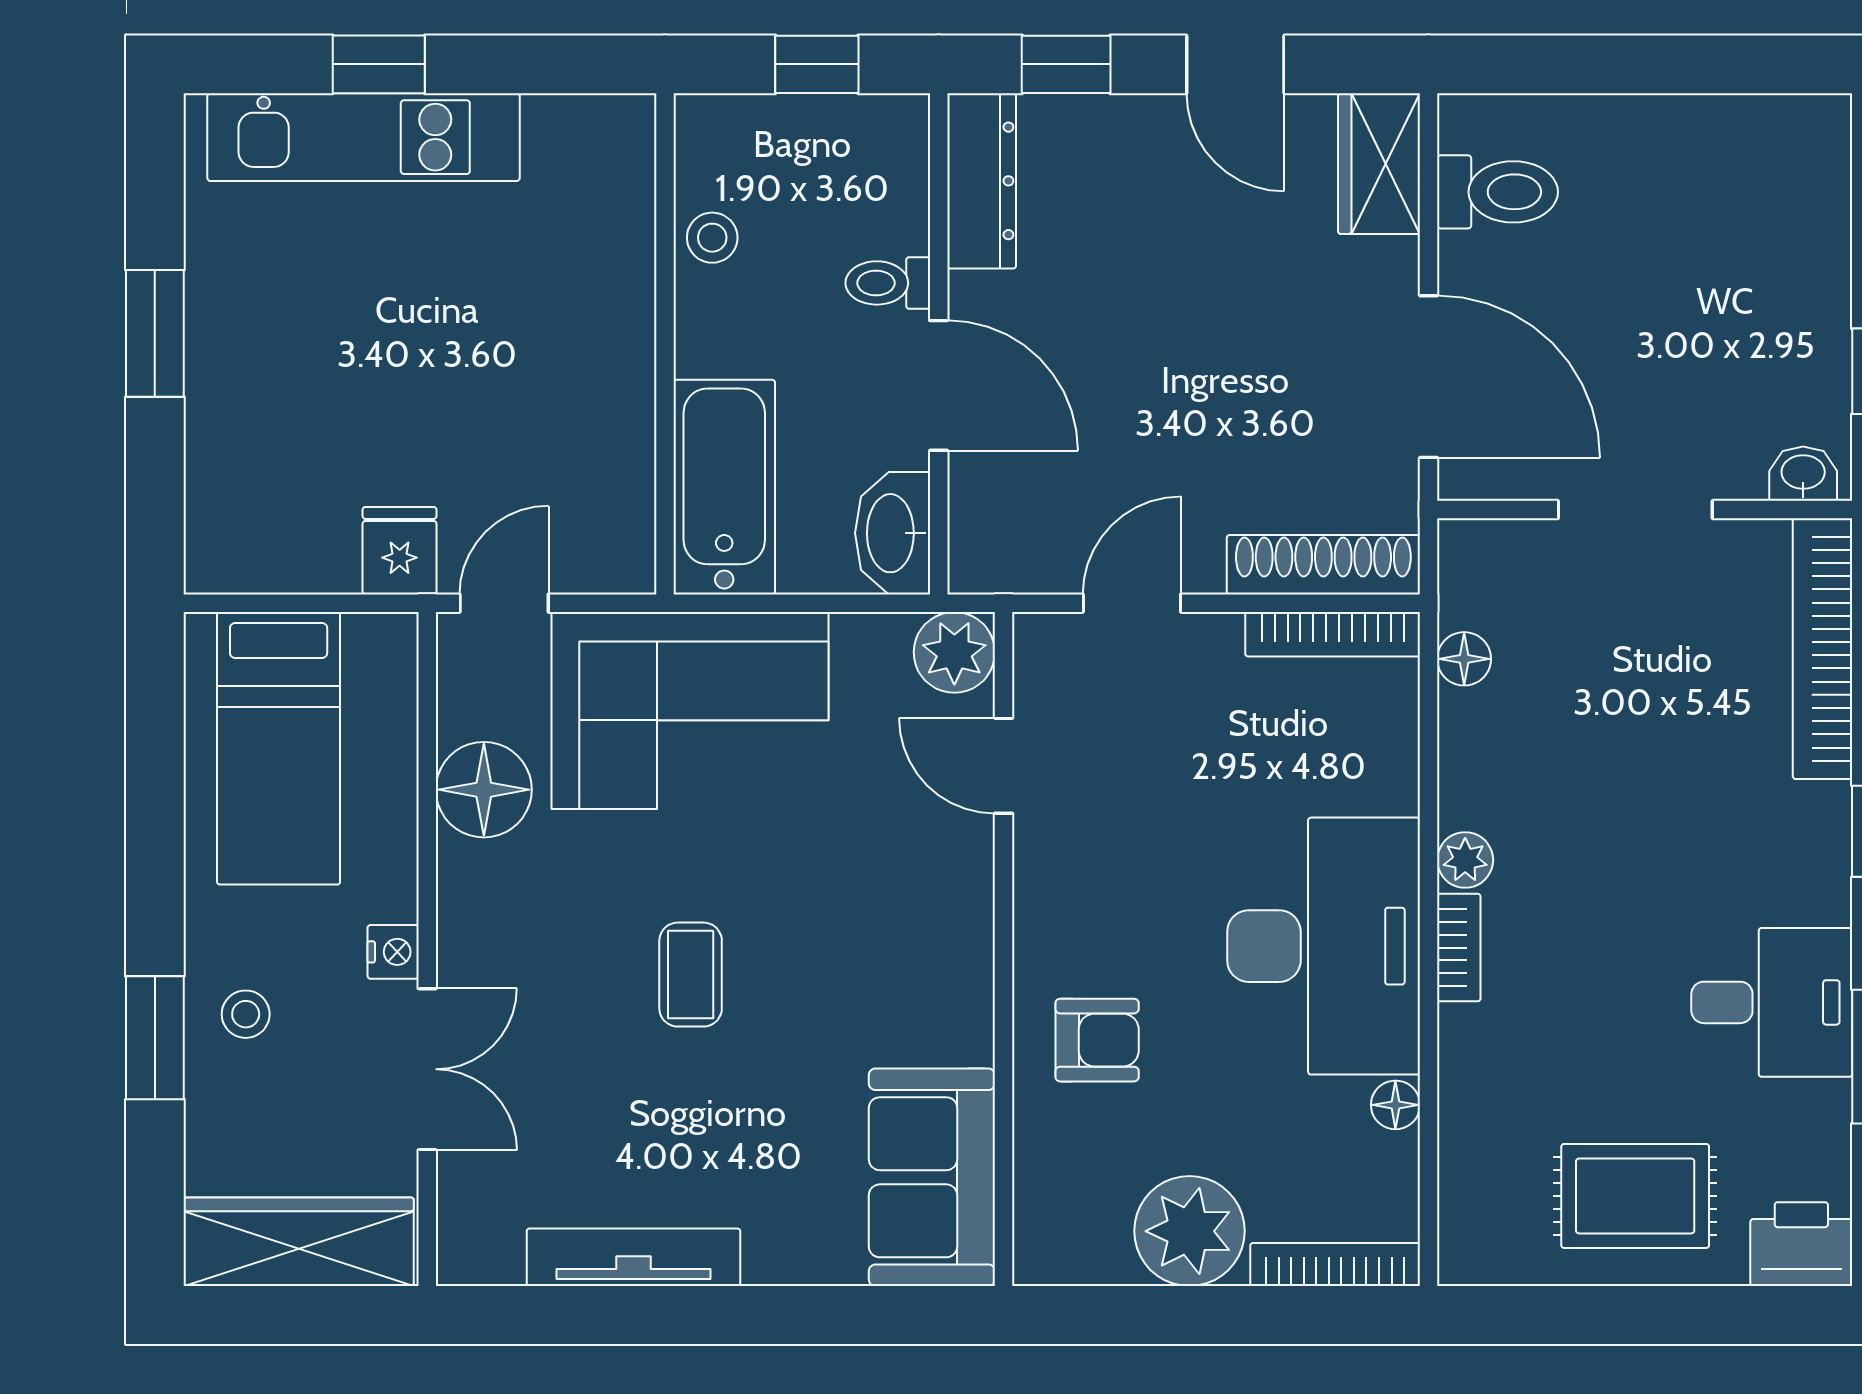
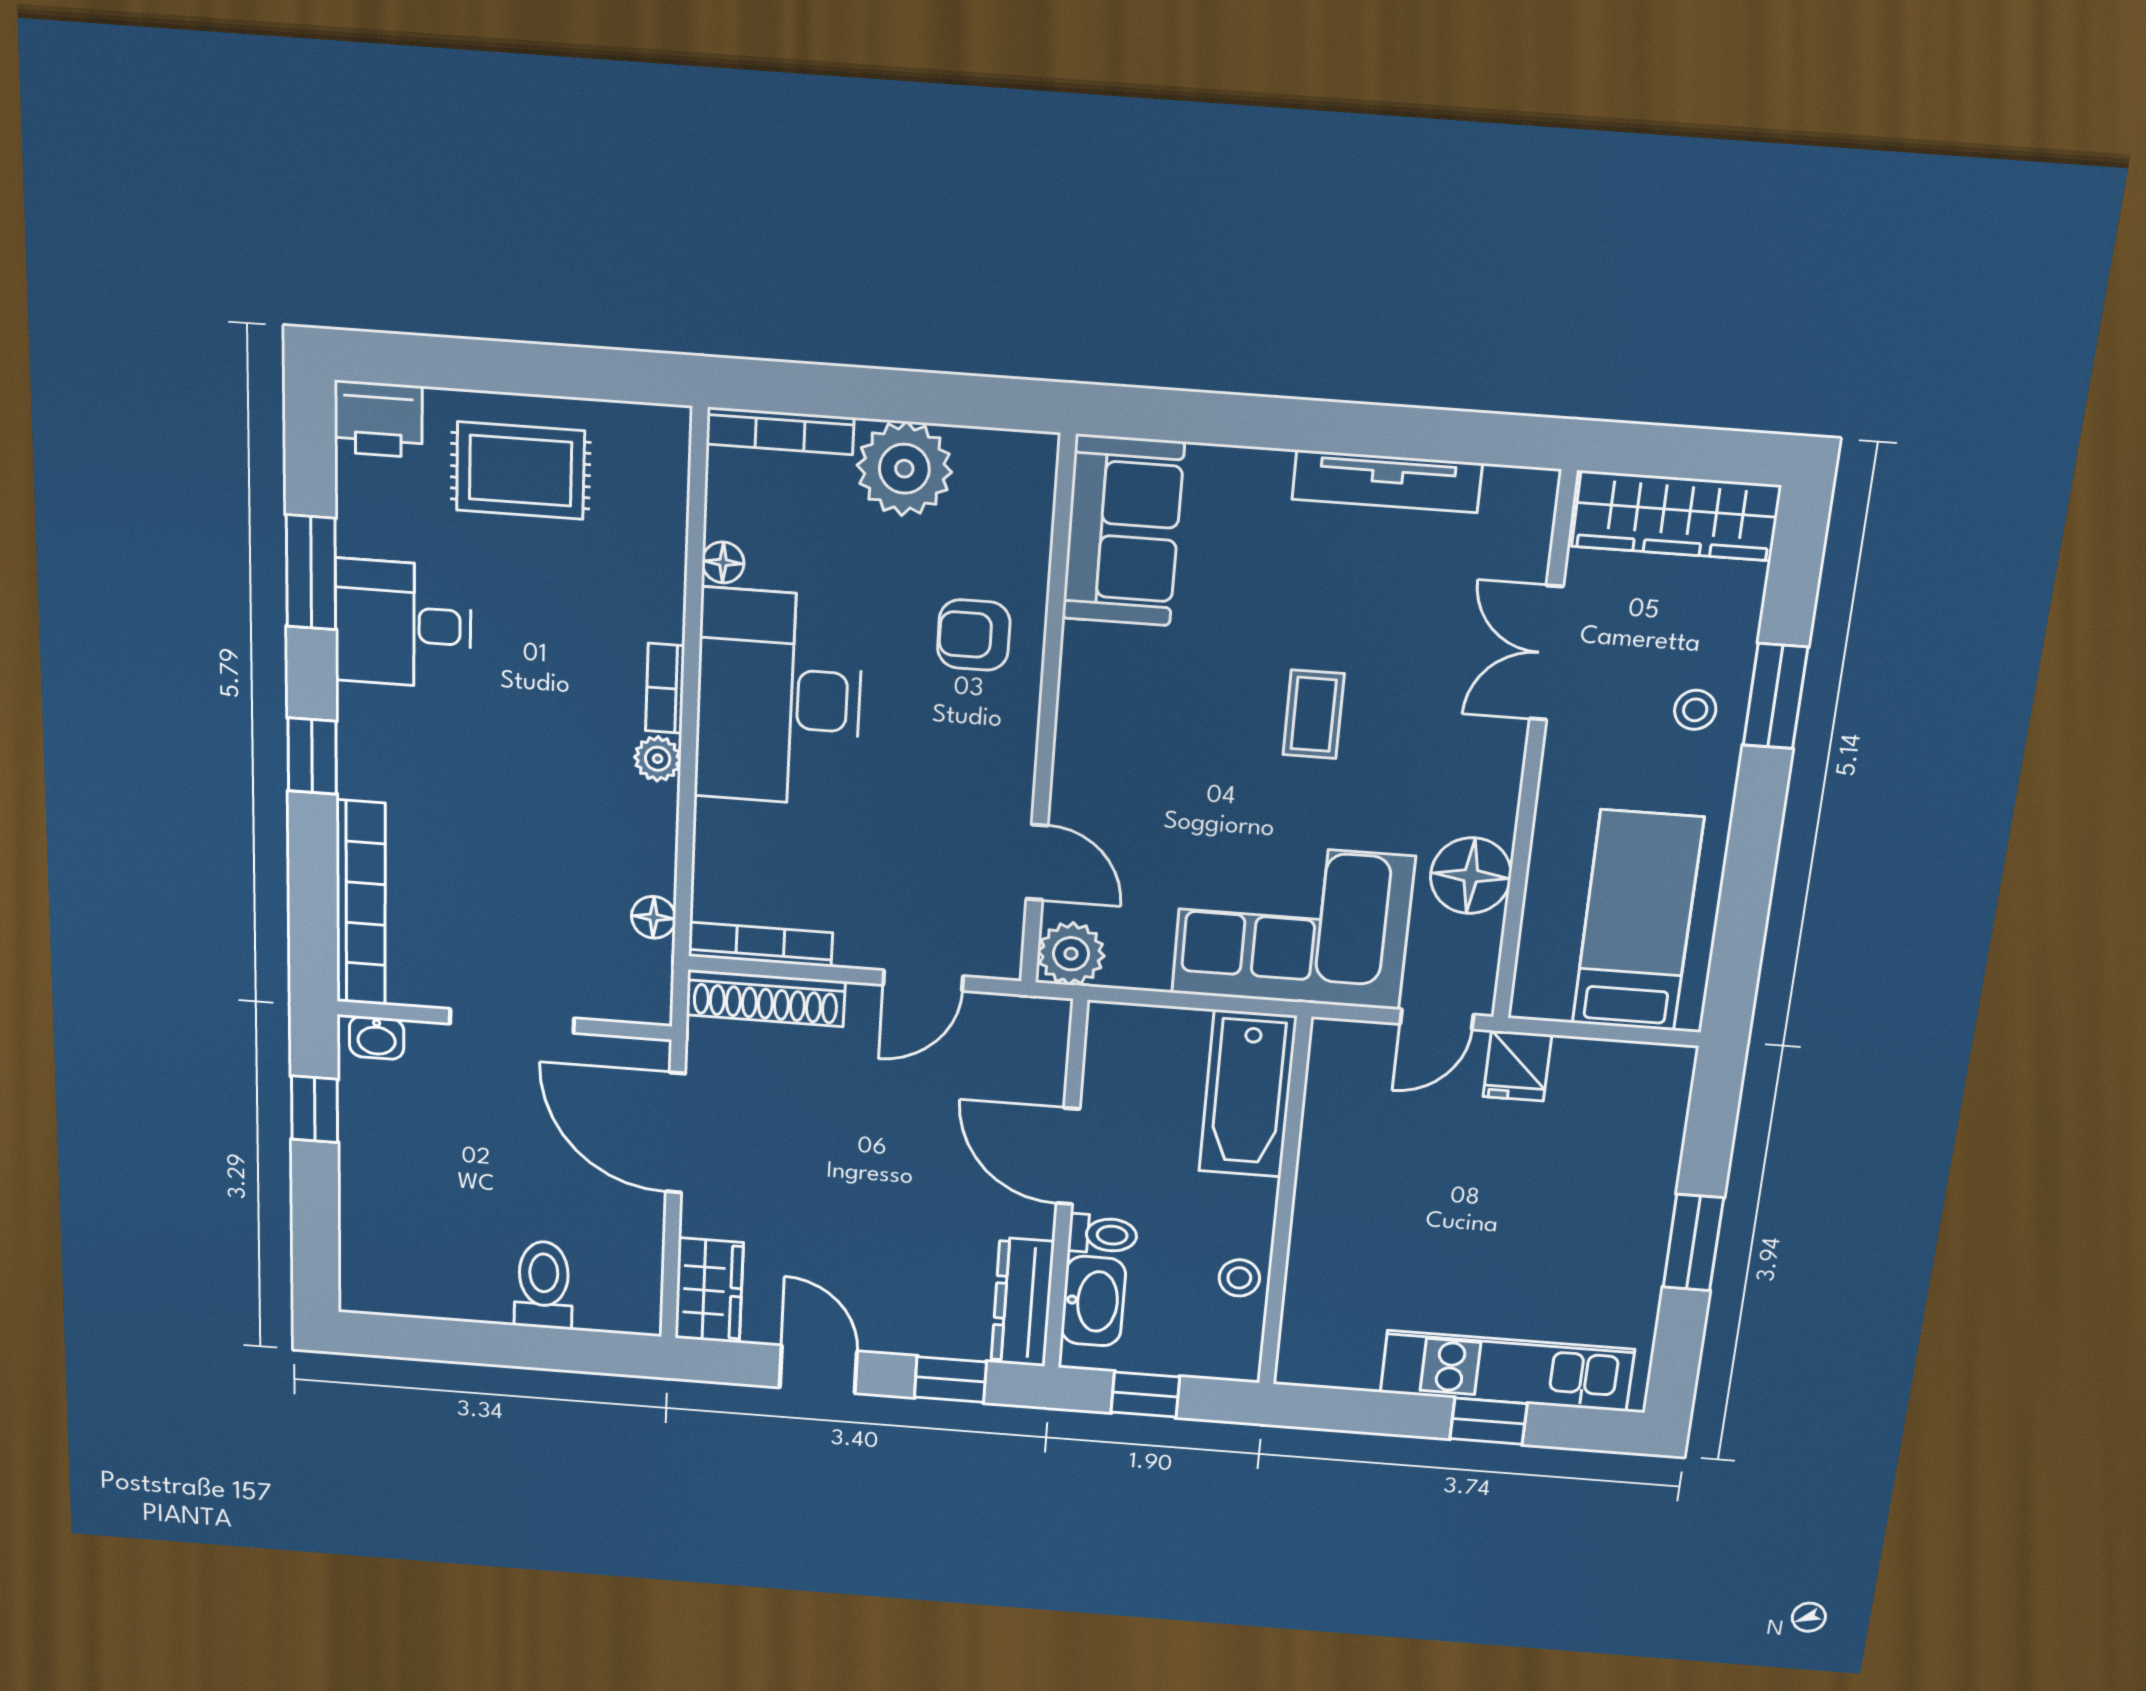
toilet: (1498, 192) -> (544, 1285), moved, turned 90
washbasin: (893, 533) -> (1093, 1301), moved
nightstand: (393, 952) -> (1563, 751), removed

